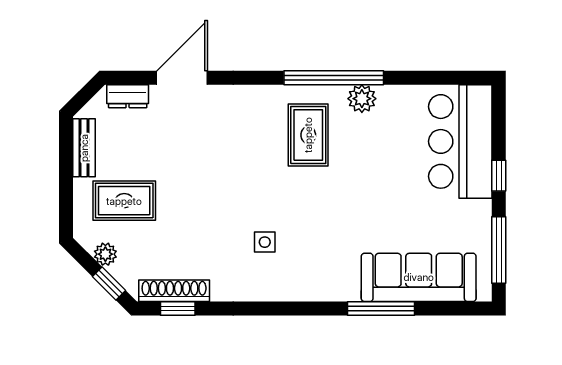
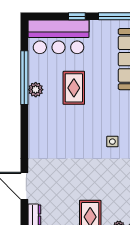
window: (334, 78) -> (24, 78), moved
rug: (308, 135) -> (74, 88), moved, turned 90

